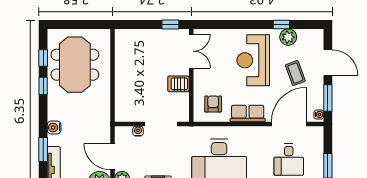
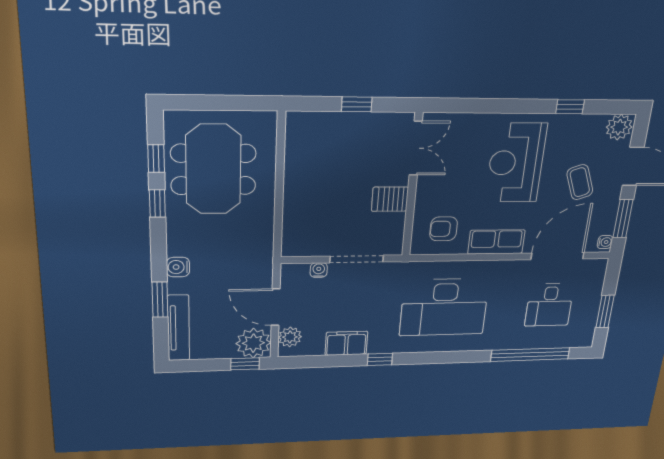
window: (170, 24) -> (357, 104), moved
plant: (288, 37) -> (619, 127), moved
armchair: (213, 104) -> (444, 229), turned -90

